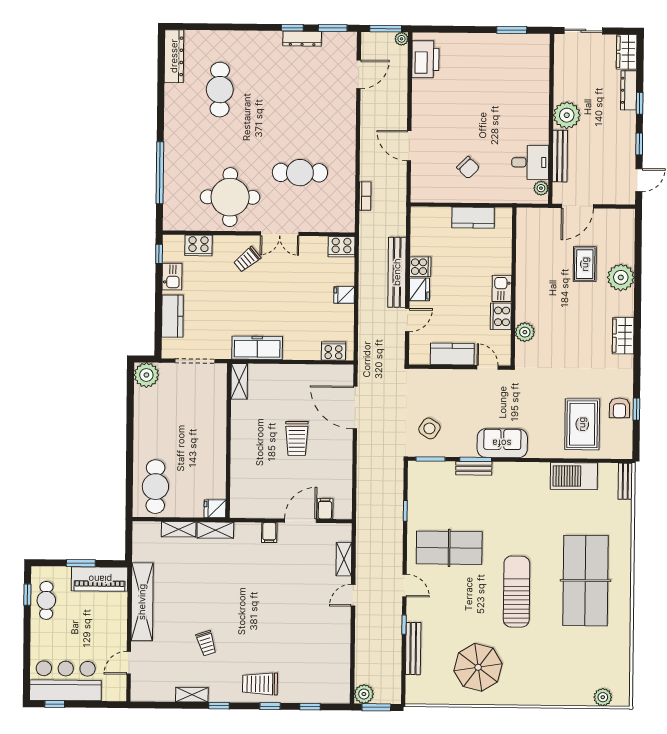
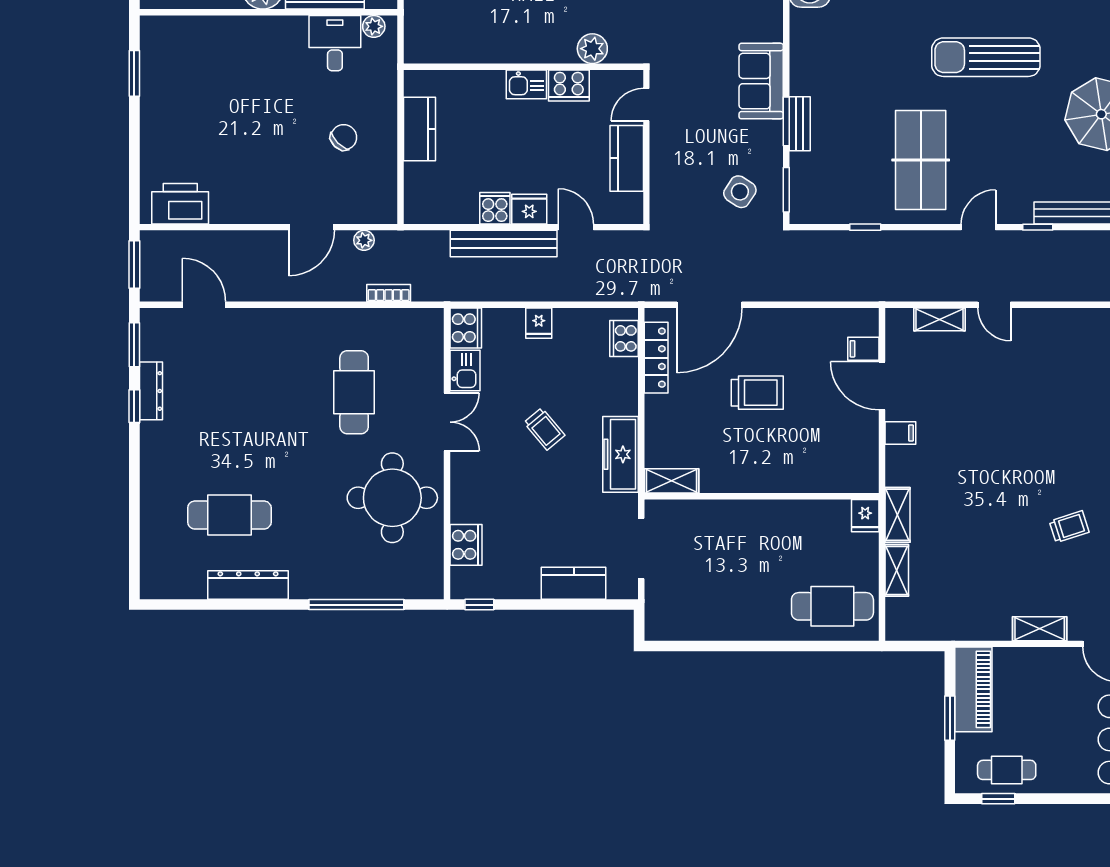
plant: (401, 39) -> (364, 240), moved
dresser: (174, 56) -> (248, 585), moved
trolley: (247, 260) -> (544, 429), moved
kitchen sink: (172, 277) -> (465, 371), moved, turned 90
locker: (321, 372) -> (656, 358), added
plant: (146, 375) -> (663, 622), removed
shelving: (142, 602) -> (1040, 629), width x0.45, depth x0.75

